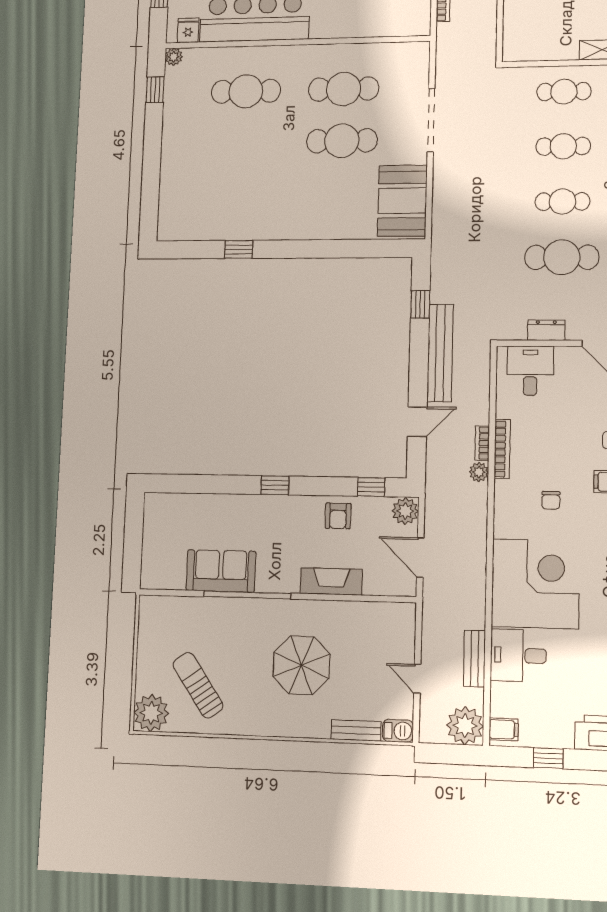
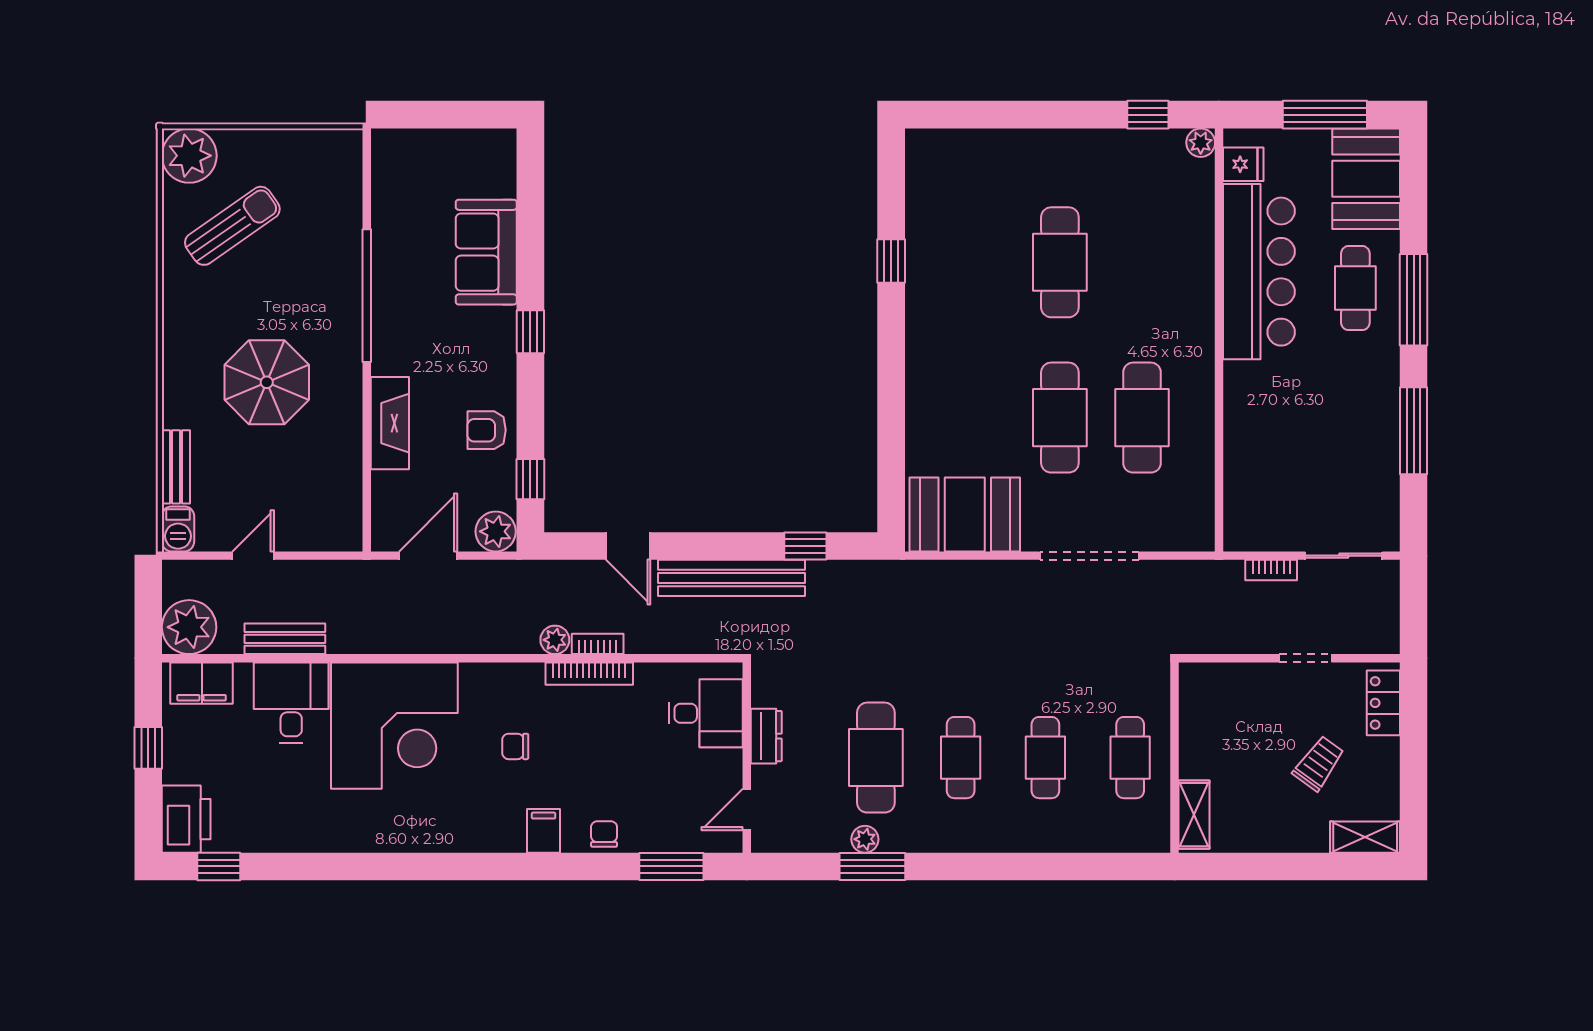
cafe table: (246, 91) -> (1060, 262), moved
sofa: (221, 571) -> (486, 252), moved, turned 180
filing cabinet: (504, 729) -> (202, 683), width x2.00

